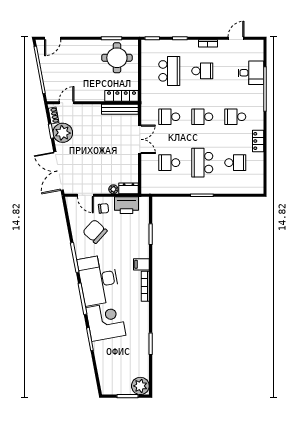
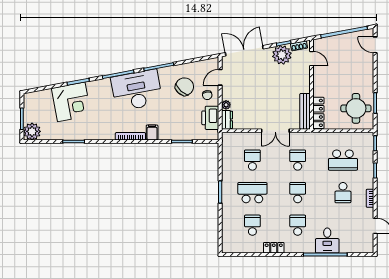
desk: (251, 73) -> (327, 240), moved
school desk: (235, 163) -> (252, 225), turned 180
corner desk: (106, 321) -> (71, 102), moved

